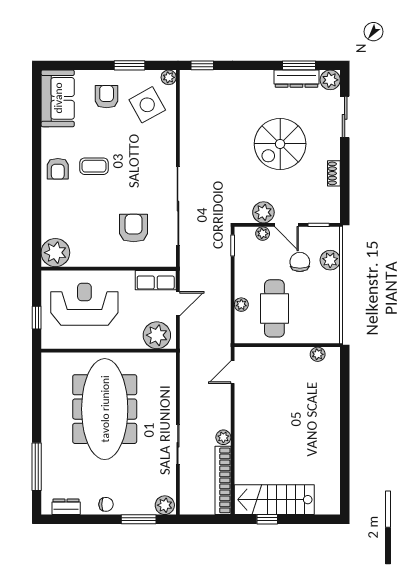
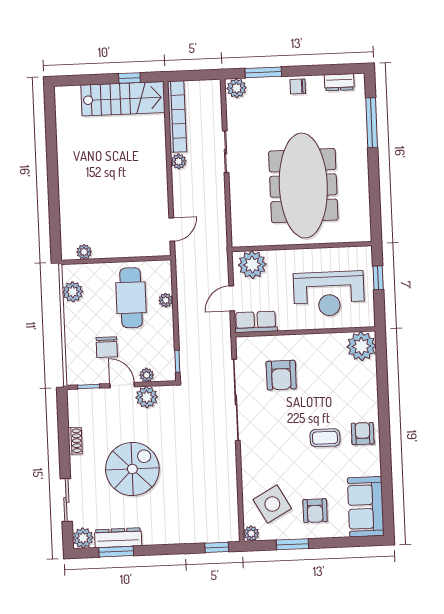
plant: (330, 260) -> (73, 292), moved

